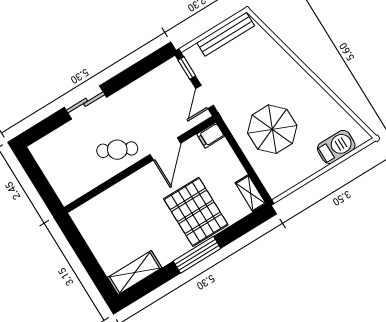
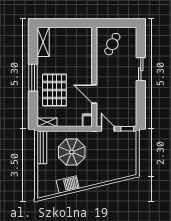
bench: (226, 34) -> (42, 147), moved
barbecue: (336, 147) -> (68, 184), moved, turned -103
cafe table: (117, 150) -> (112, 44), moved
pallet: (196, 212) -> (54, 90), turned 90

